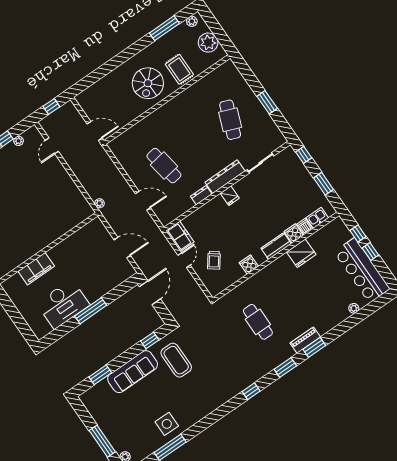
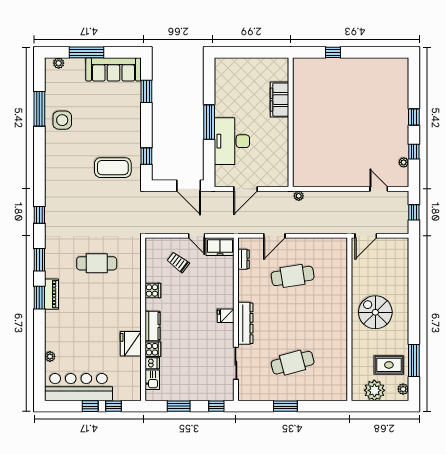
rug: (179, 69) -> (389, 365), moved
cafe table: (230, 120) -> (293, 363), turned -36
dresser: (201, 195) -> (244, 259), moved
desk: (63, 304) -> (232, 141), moved
sofa: (133, 372) -> (114, 69), moved, turned -90

